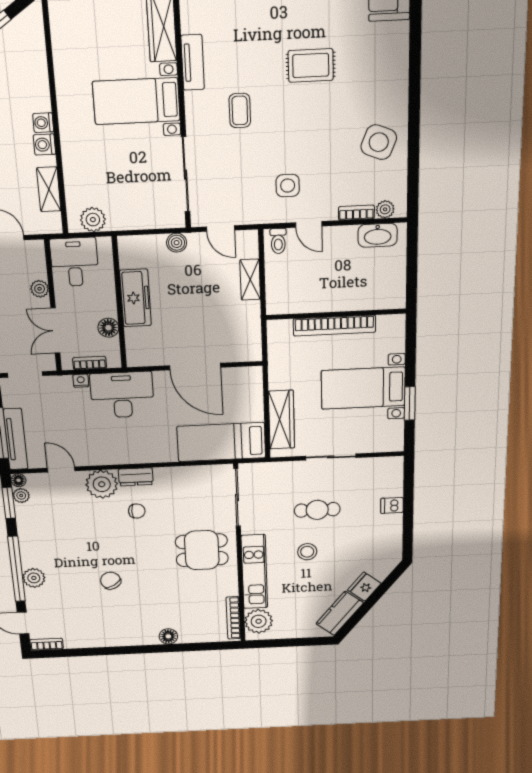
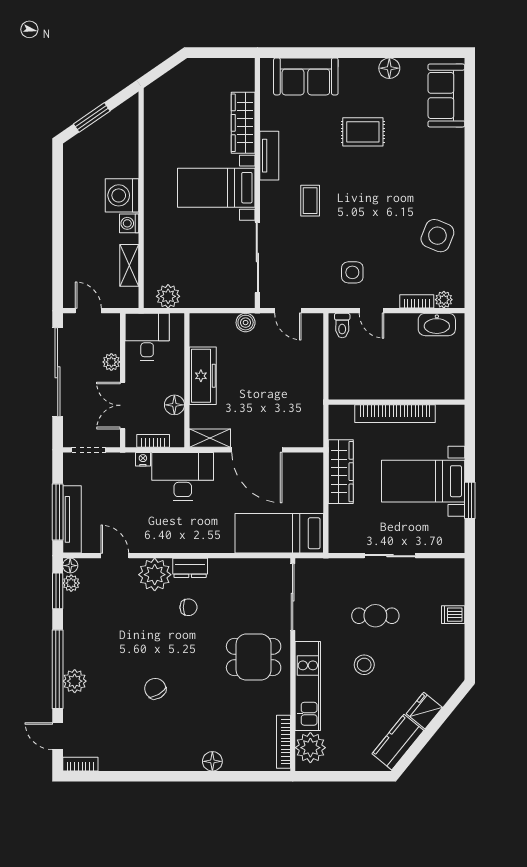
rug: (311, 65) -> (363, 132), moved
washing machine: (43, 123) -> (122, 195), width x1.89, depth x1.89
shelving: (250, 280) -> (210, 438), moved, turned 90
wardrobe: (281, 420) -> (341, 472), moved

